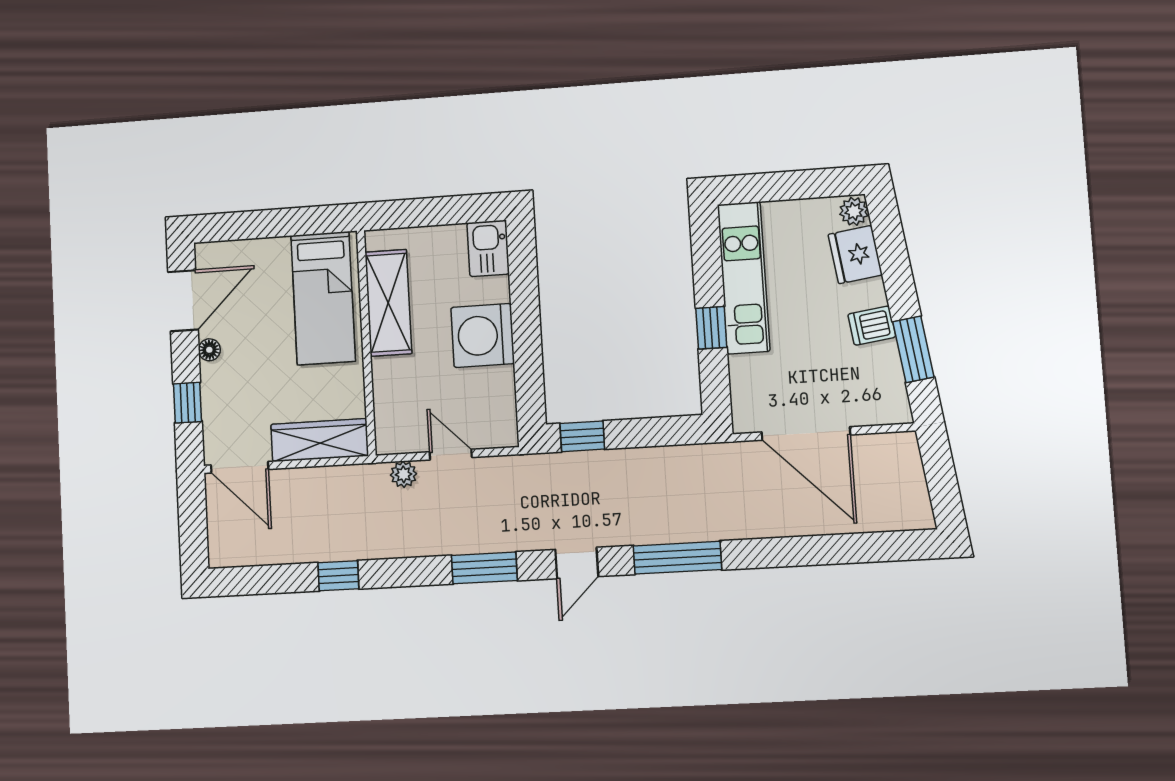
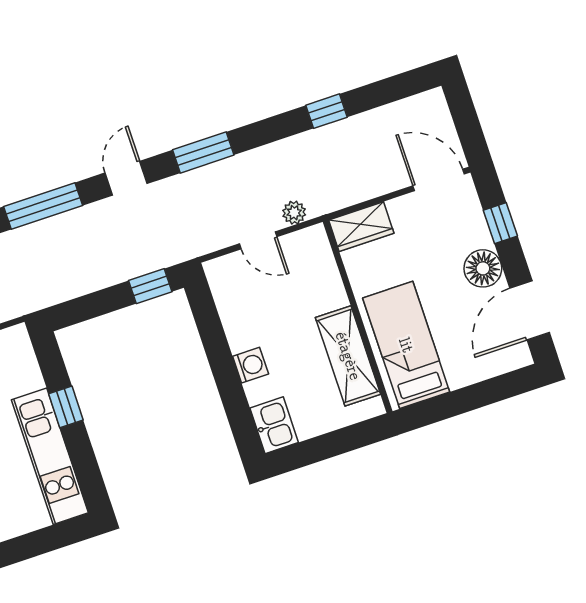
washing machine: (483, 335) -> (251, 365), width x0.53, depth x0.53
floor lamp: (209, 350) -> (483, 268), width x1.89, depth x1.89
wardrobe: (320, 440) -> (361, 227), width x0.67

